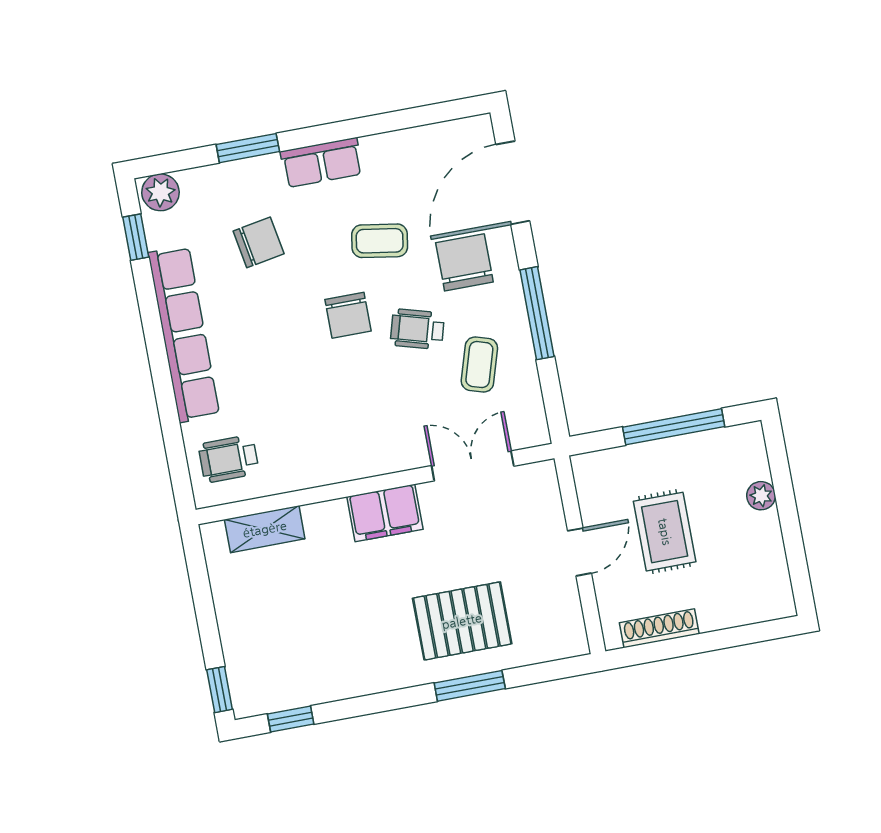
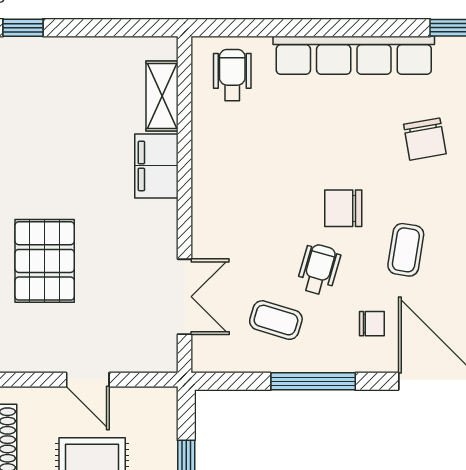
chair: (464, 262) -> (372, 324), width x0.54, depth x0.54
filing cabinet: (385, 513) -> (156, 166), moved

